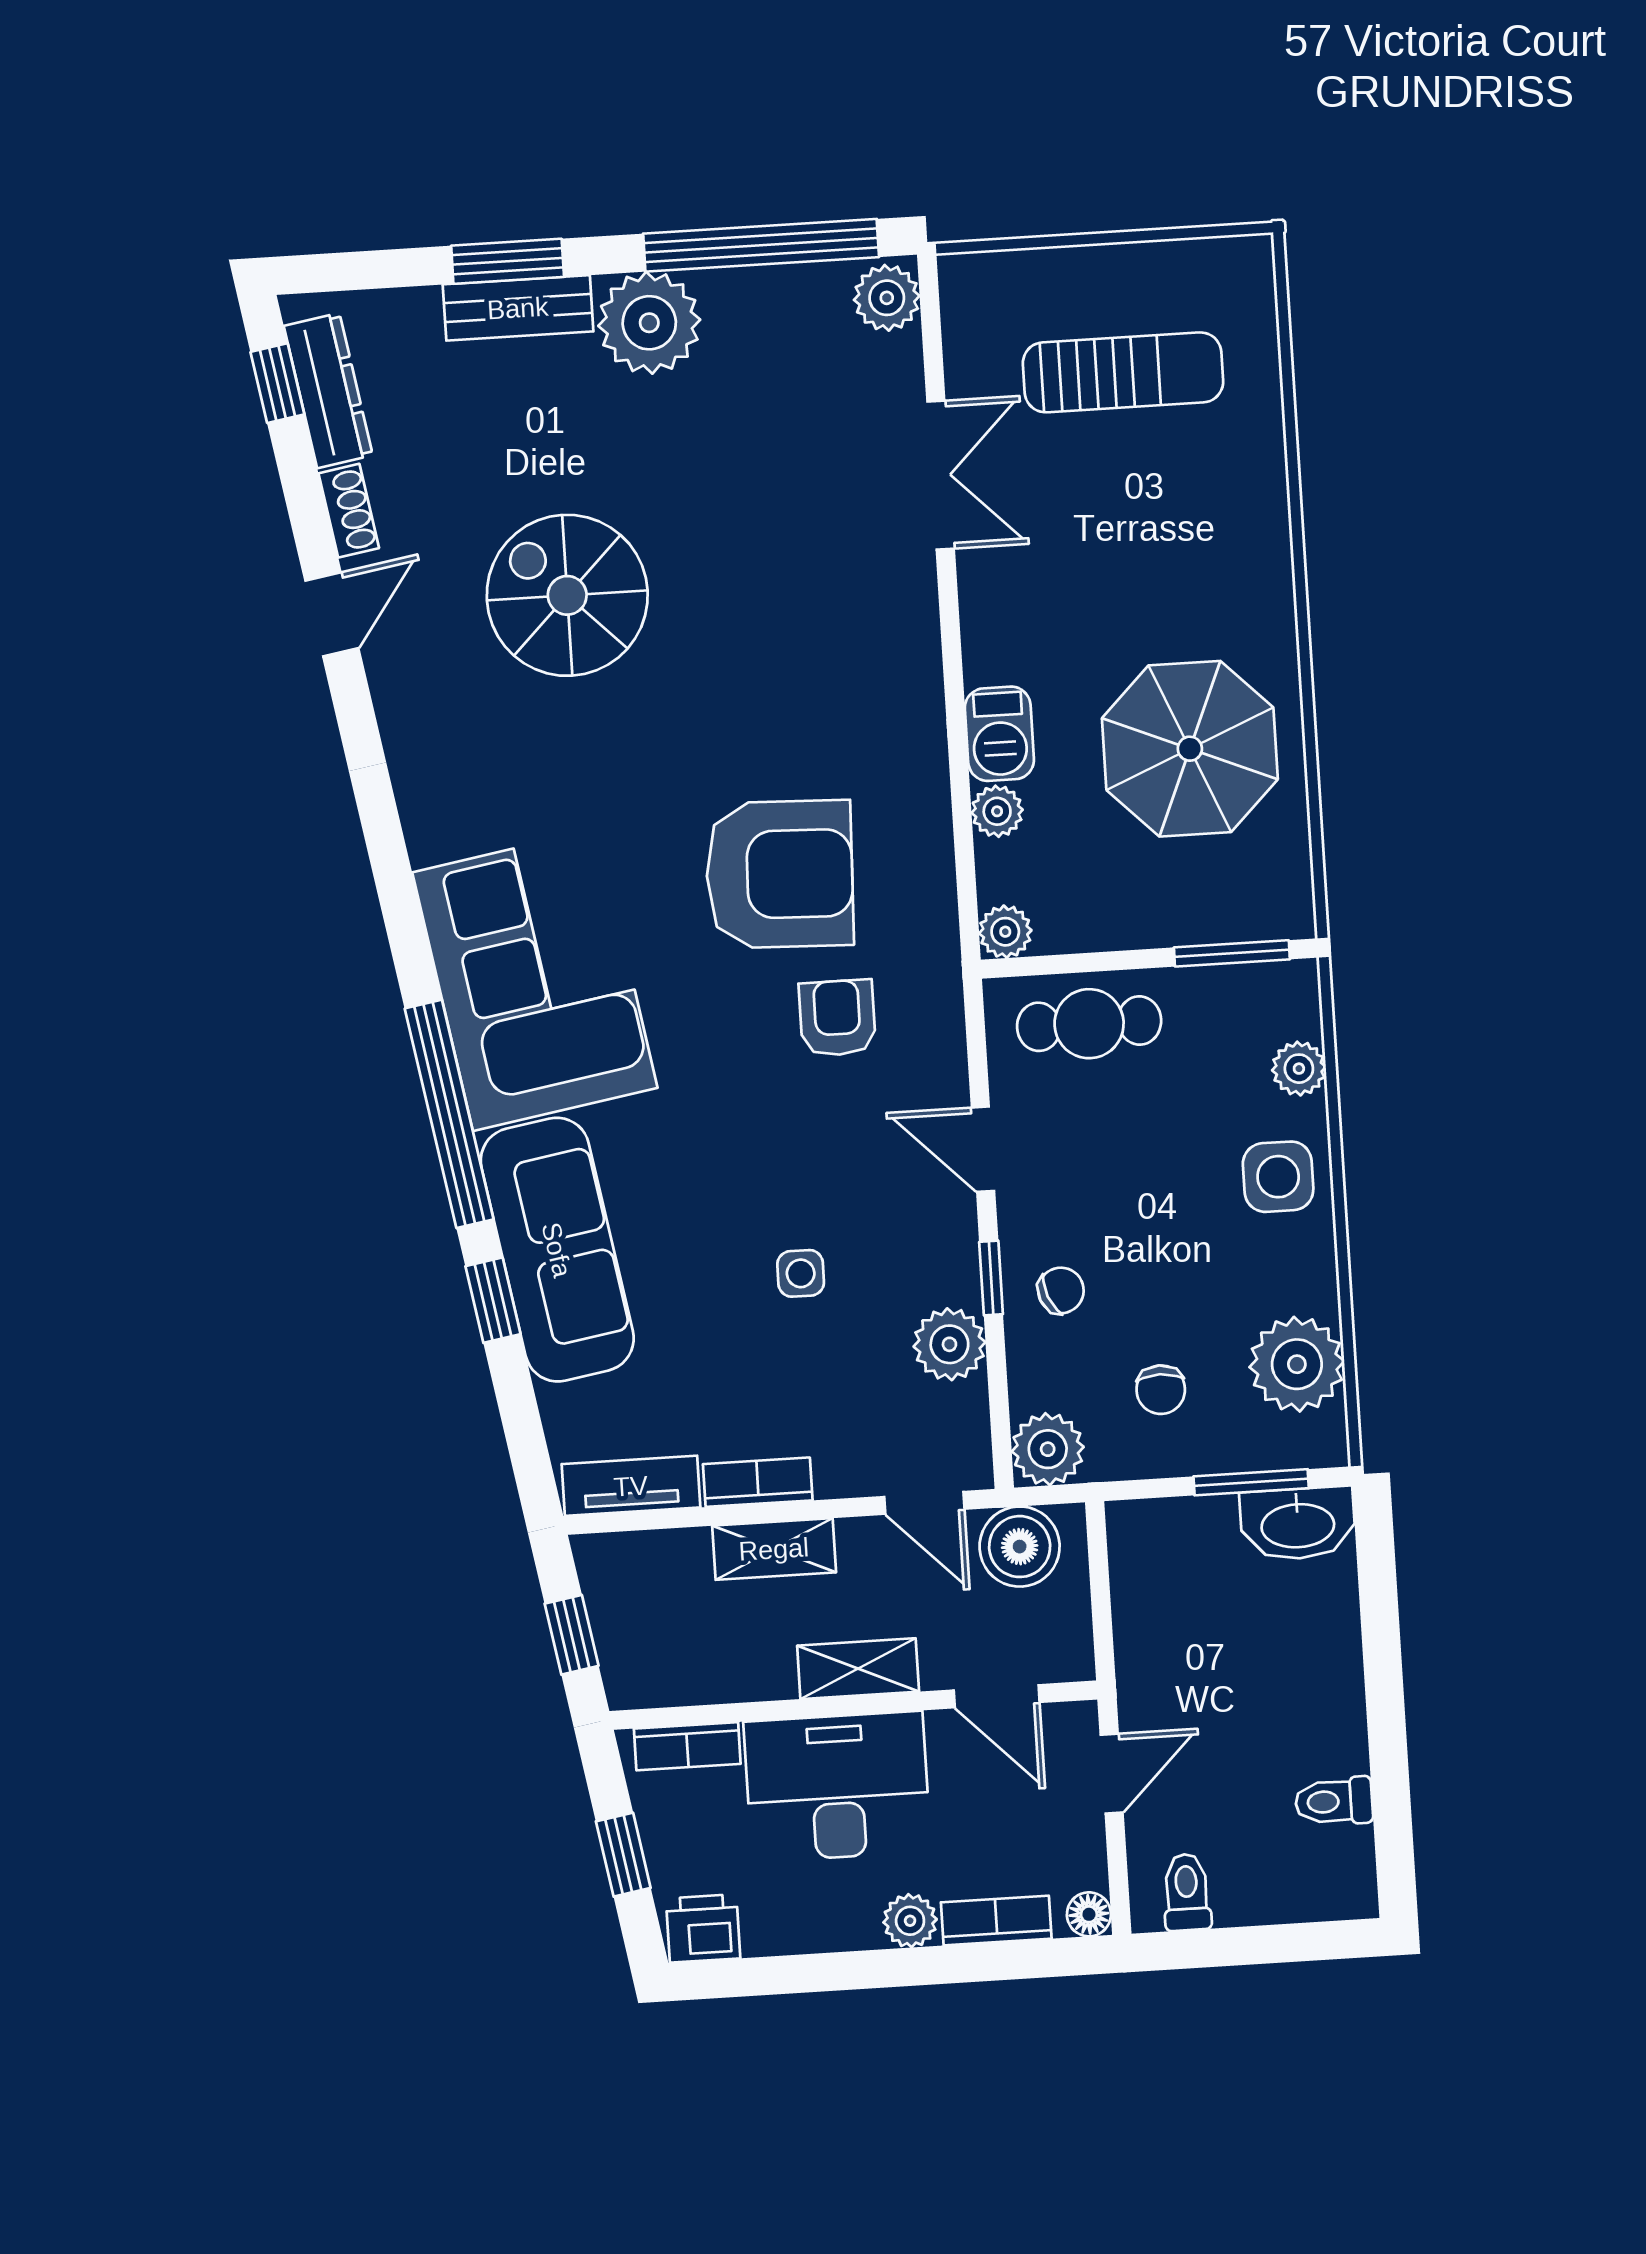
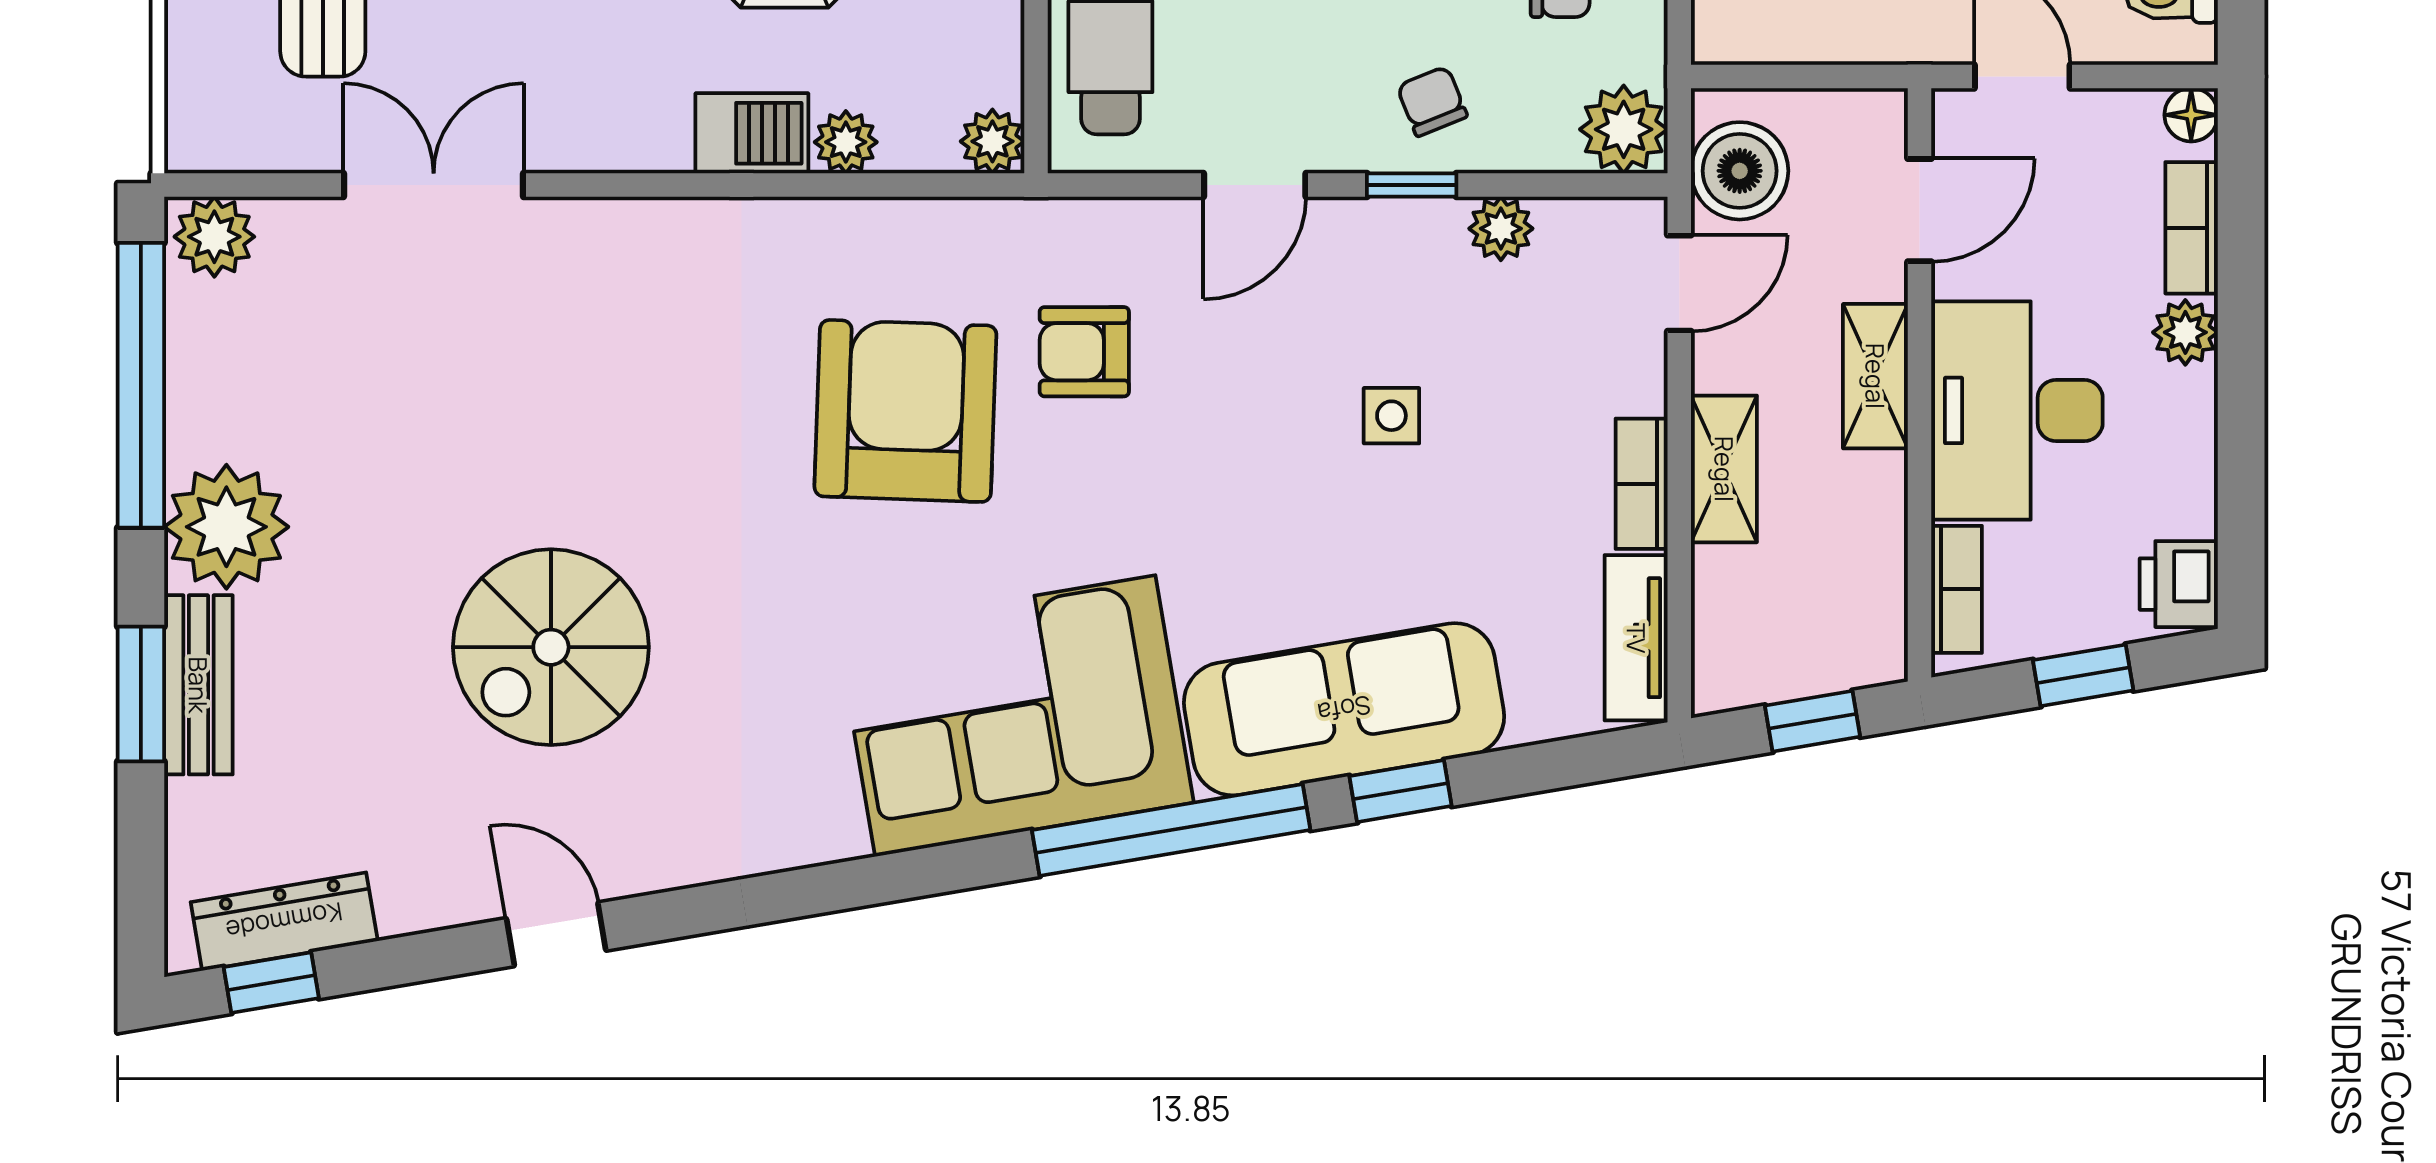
shoe rack: (349, 511) -> (432, 906), removed
plant: (949, 1344) -> (1501, 229), width x0.73, depth x0.73

